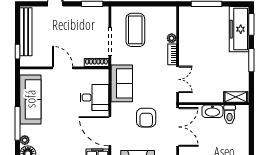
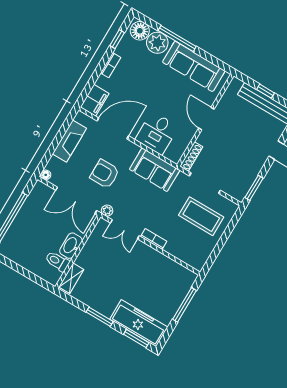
plant: (172, 38) -> (107, 211), moved
window: (17, 52) -> (266, 91), moved
door: (63, 68) -> (206, 119), swing flipped
plant: (25, 140) -> (157, 43), width x1.88, depth x1.88

